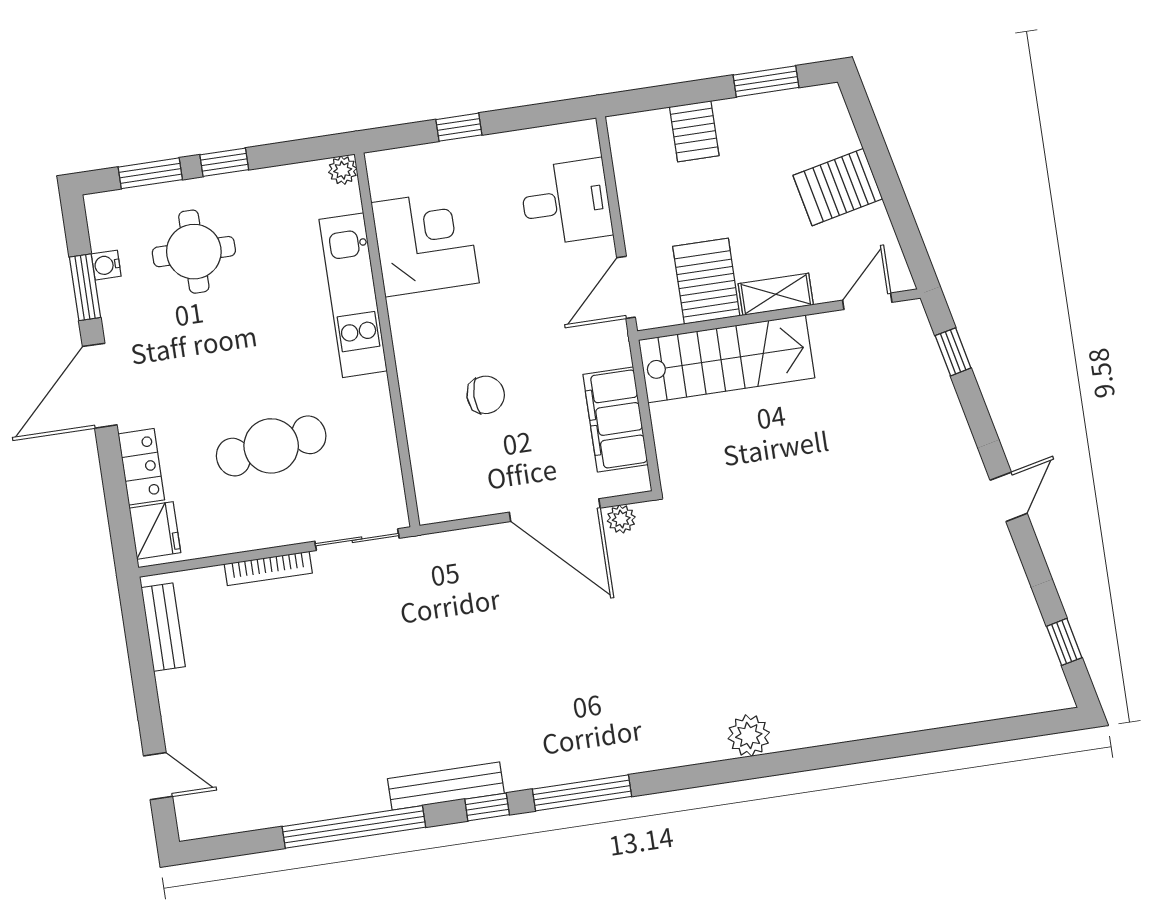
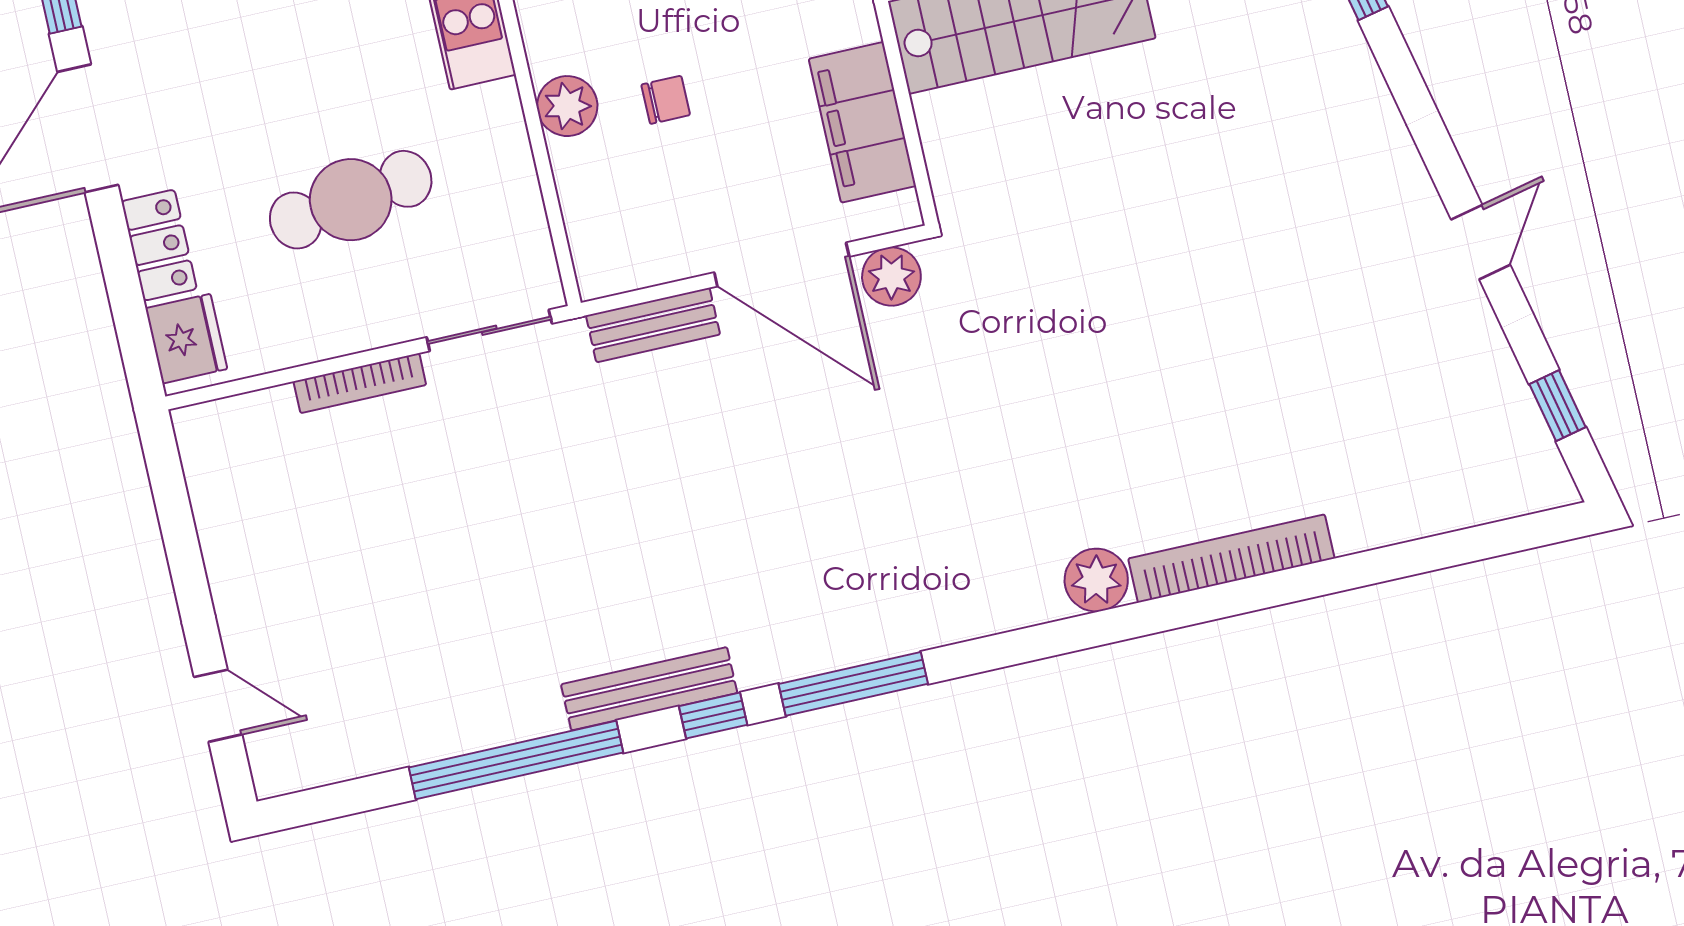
plant: (420, 394) -> (567, 106), added
chair: (486, 395) -> (666, 100), width x0.73, depth x0.73
door: (1009, 497) -> (1481, 242), moved
plant: (621, 519) -> (891, 276), width x1.38, depth x1.38
bench: (163, 627) -> (653, 325), moved, turned 90
bookcase: (840, 728) -> (1231, 558), added

